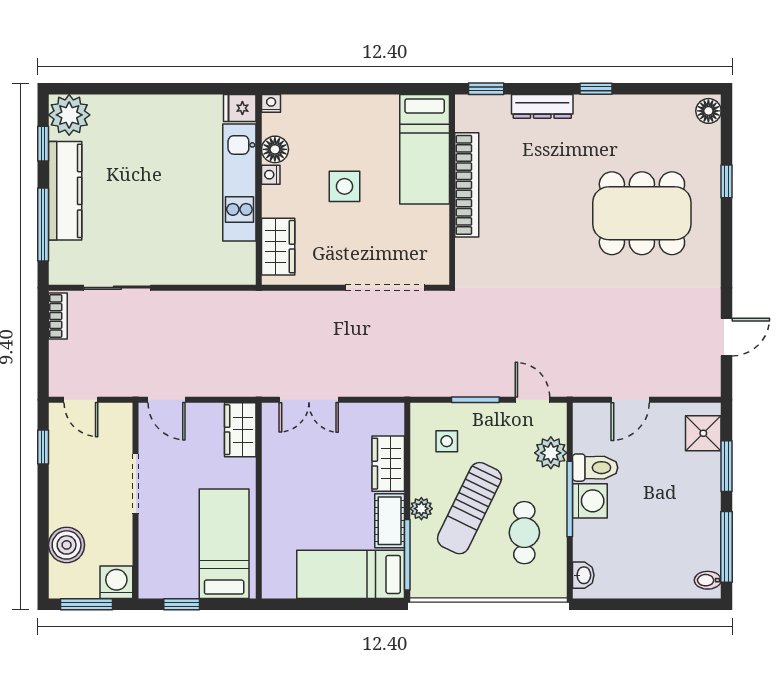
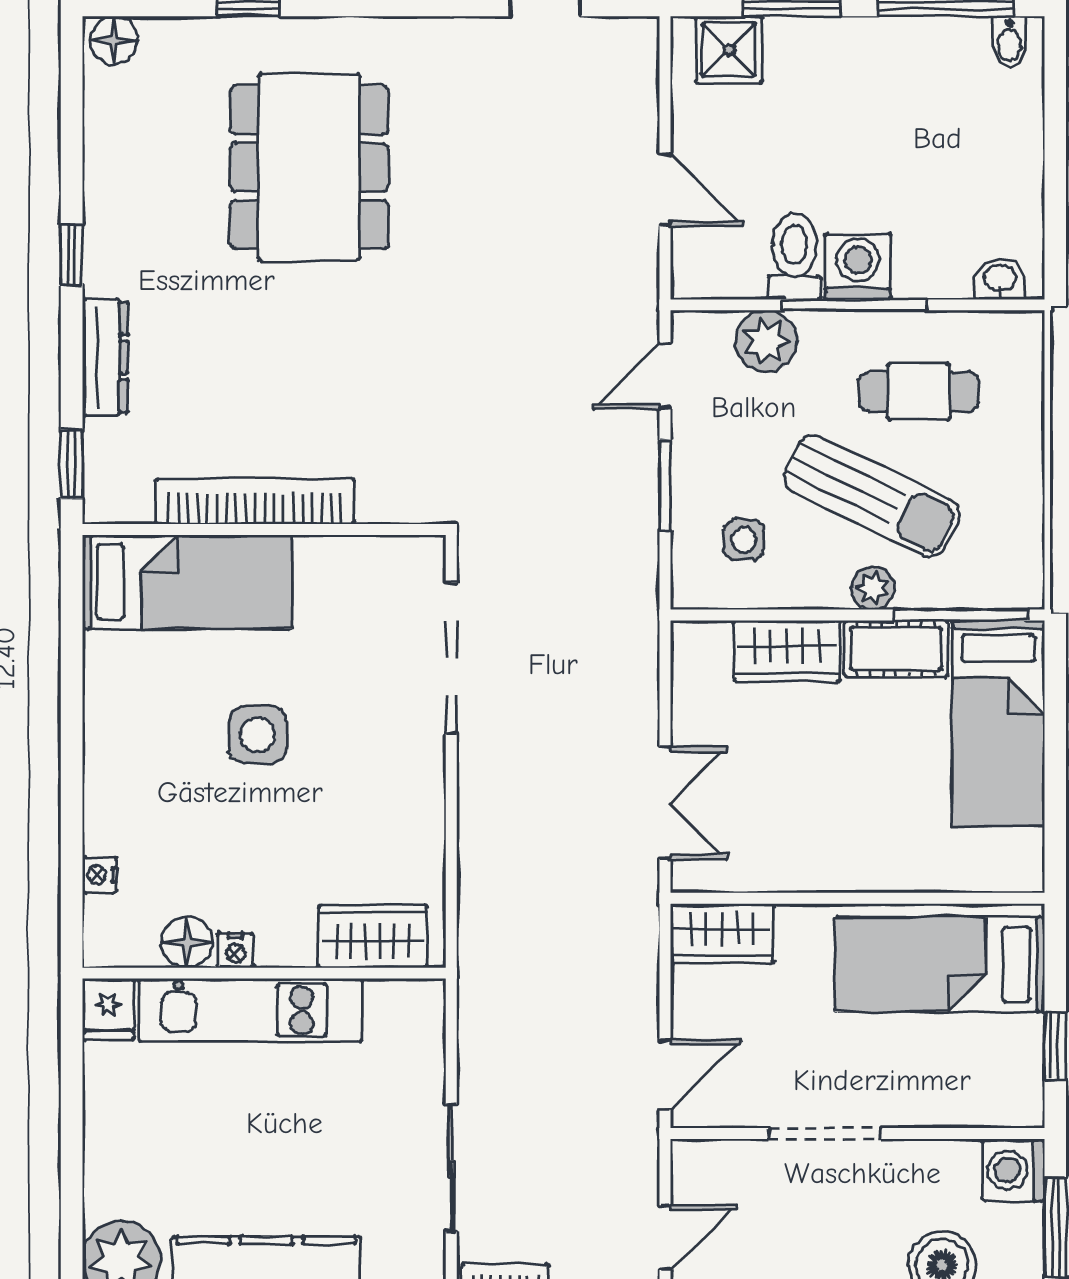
fridge: (240, 108) -> (108, 1009), moved
floor lamp: (275, 149) -> (187, 942), moved
nightstand: (271, 175) -> (235, 950), moved
kitchen unit: (239, 182) -> (250, 1010), moved
wall: (259, 190) -> (264, 973), moved
wardrobe: (278, 247) -> (373, 936), moved

